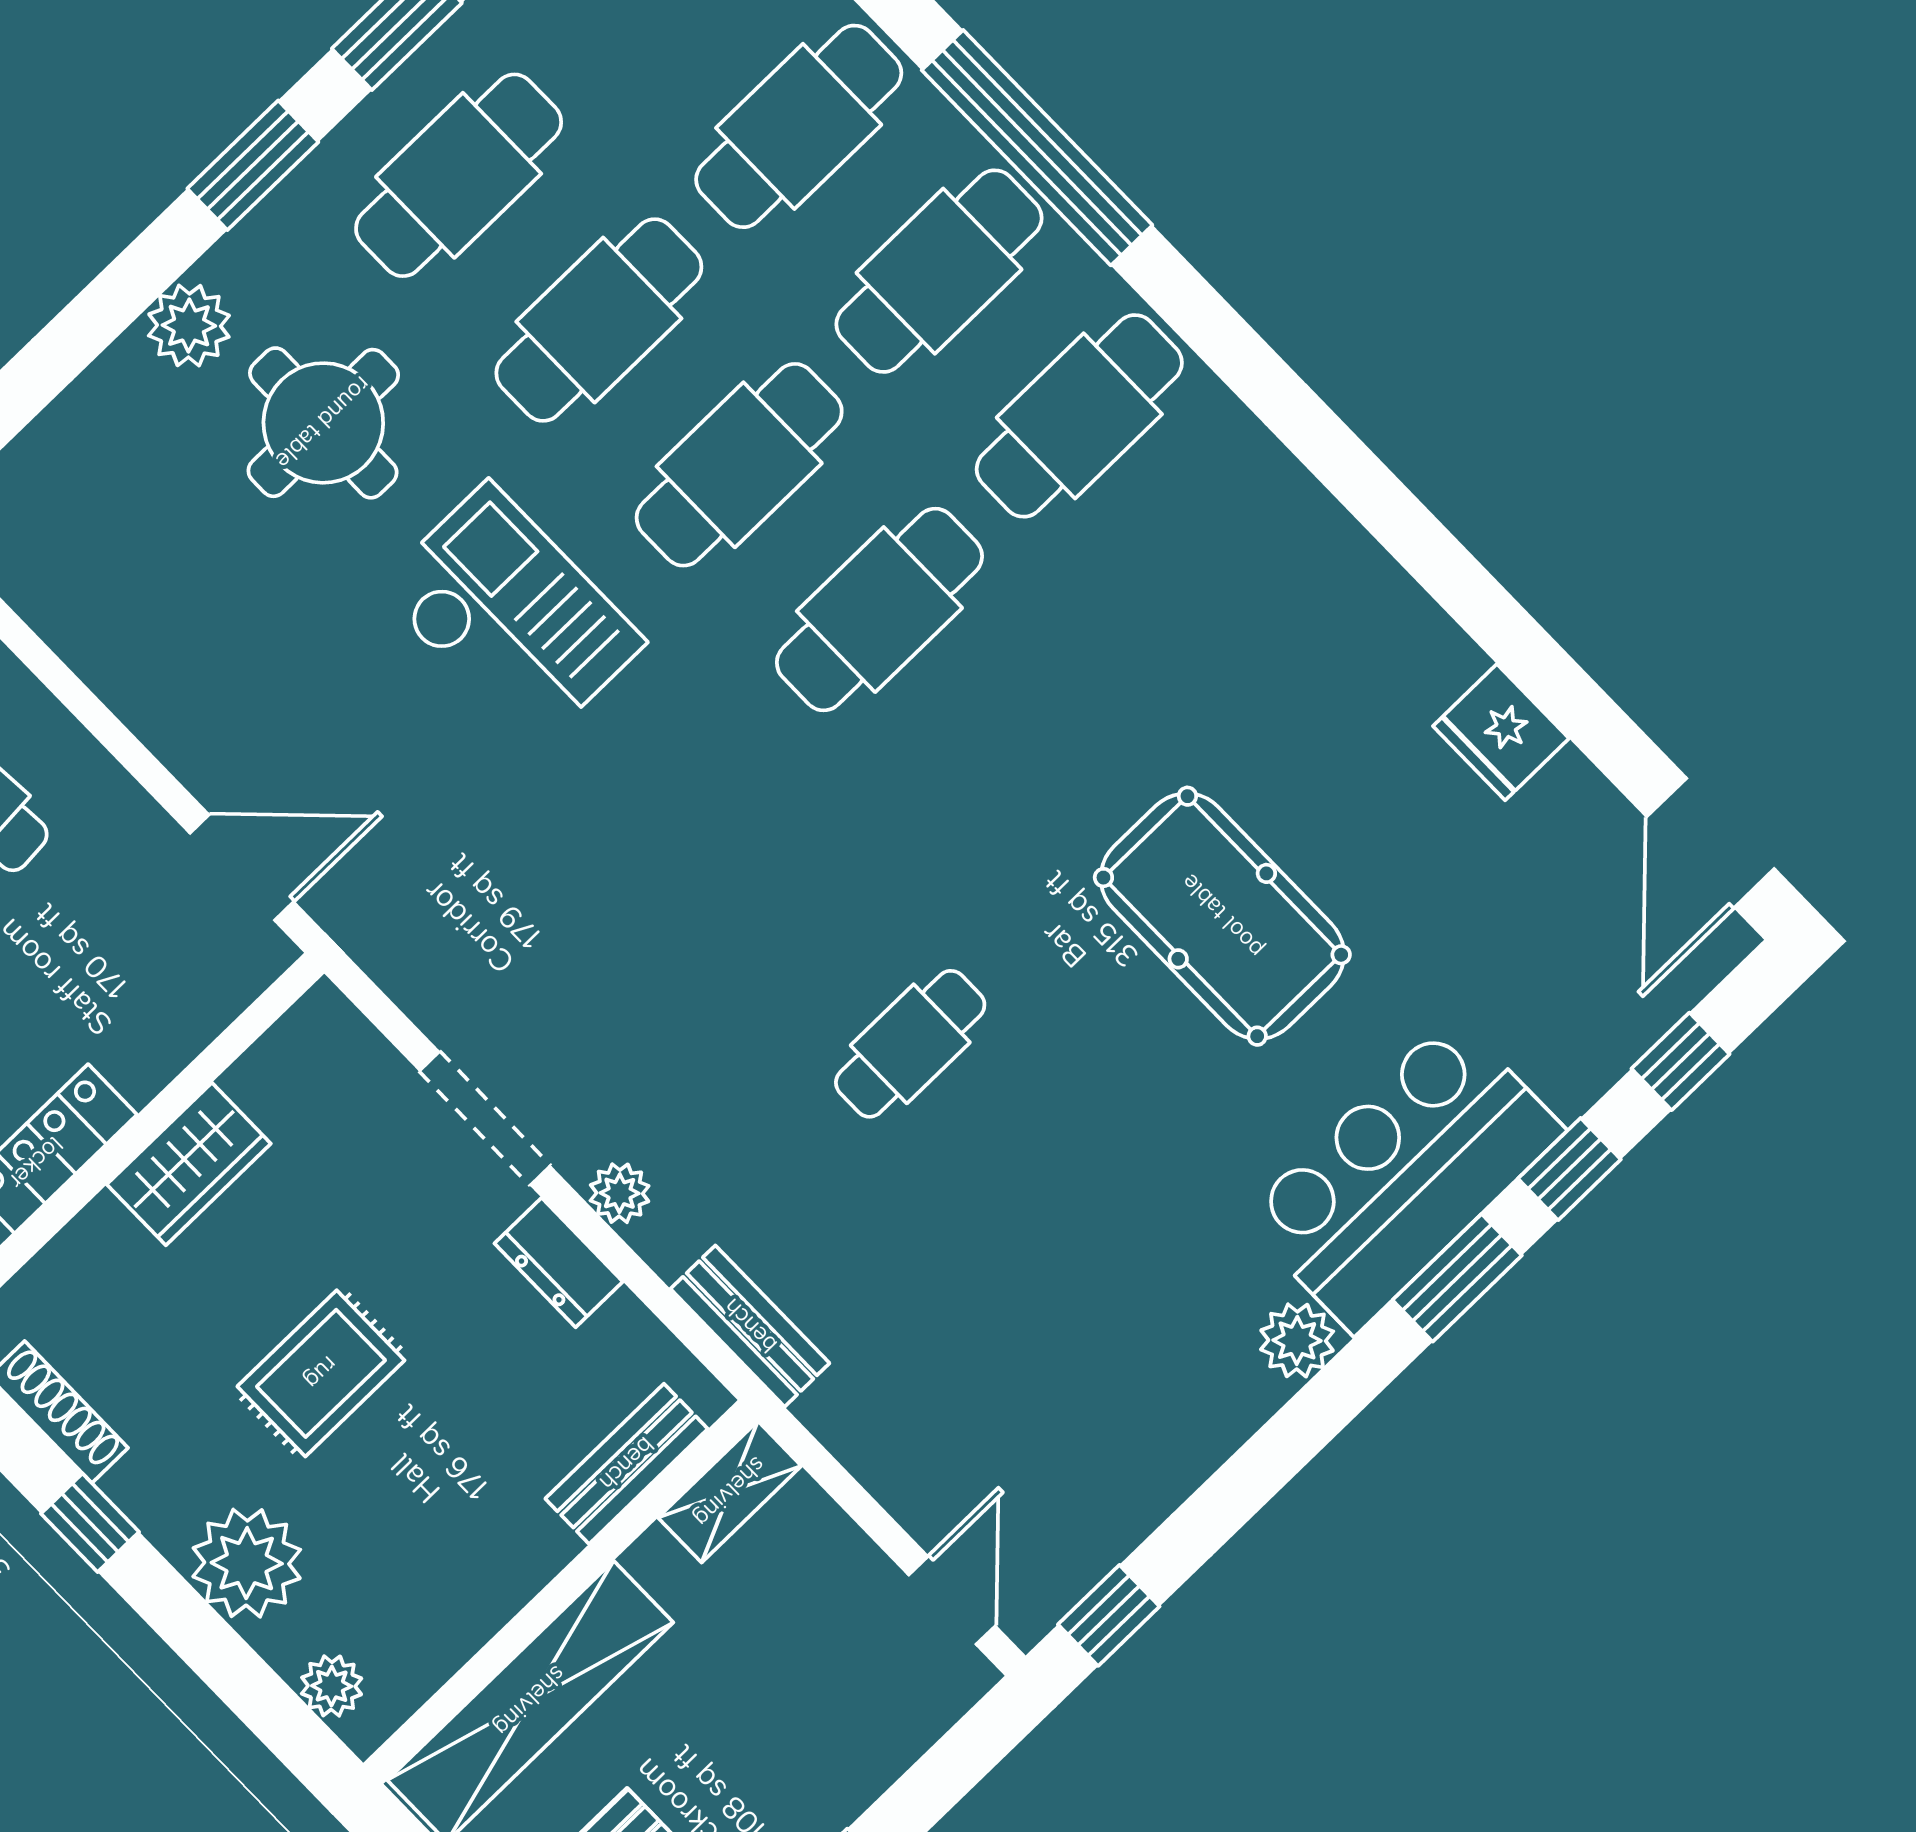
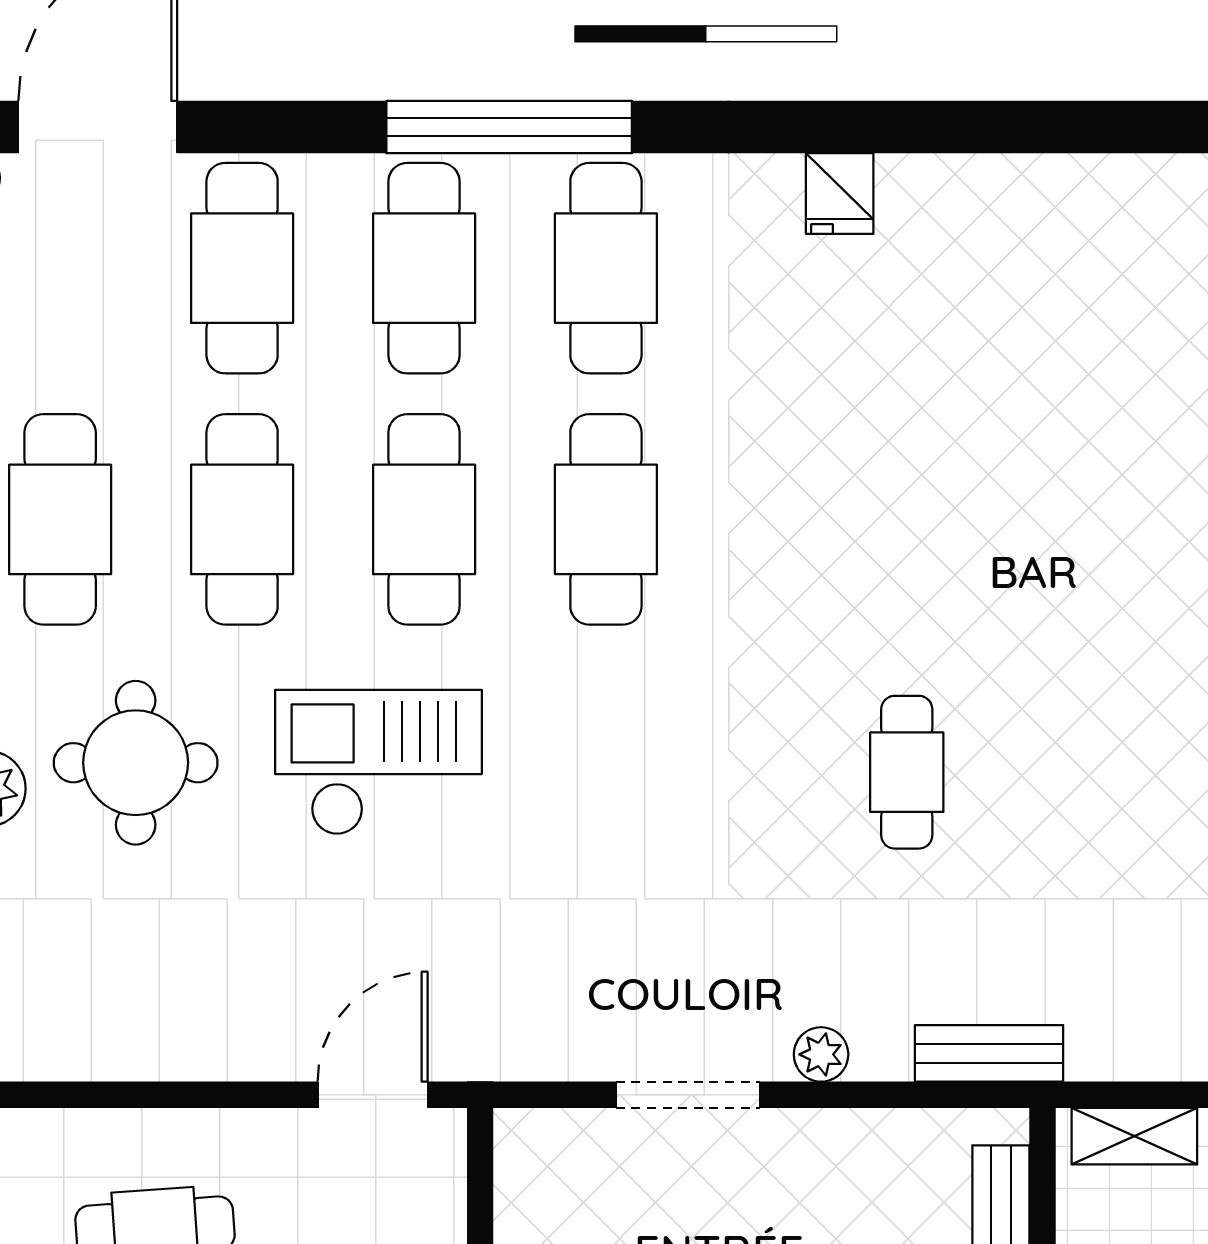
window: (1037, 148) -> (509, 127), moved
fridge: (1501, 732) -> (840, 194), moved, width x0.72
pool table: (1222, 916) -> (1020, 490), removed
dresser: (559, 1263) -> (828, 1138), removed
shelving: (730, 1492) -> (1134, 1136), moved, turned 90

